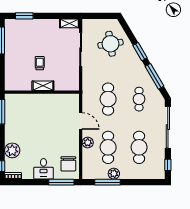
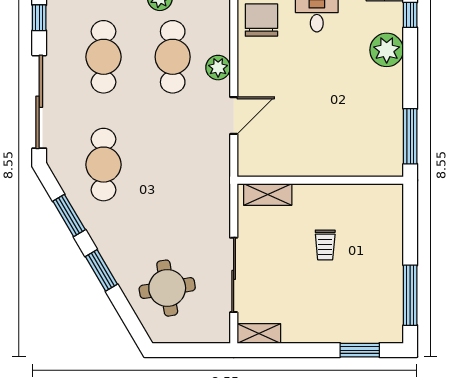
window: (154, 76) -> (69, 215), width x0.69
shelving: (43, 86) -> (268, 195), moved
cafe table: (108, 99) -> (173, 165), removed
cafe table: (139, 99) -> (104, 165), width x1.37, depth x1.35
door: (81, 121) -> (234, 116), swing flipped

